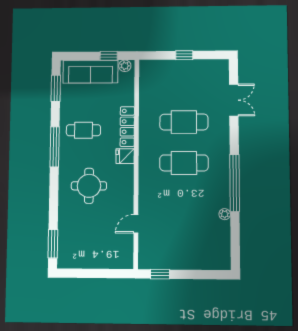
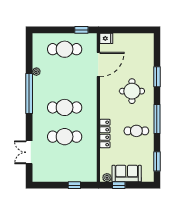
window: (184, 55) -> (74, 185), moved
sofa: (90, 72) -> (127, 174), width x0.73
fridge: (125, 156) -> (106, 38), moved
door: (136, 224) -> (98, 65), width x1.87
window: (53, 244) -> (157, 77), moved
cafe table: (184, 246) -> (65, 49), added

